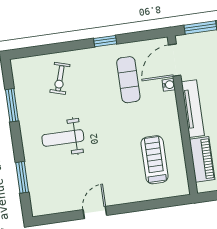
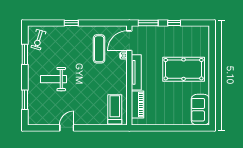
window: (105, 41) -> (71, 23), moved
exercise bike: (60, 78) -> (38, 40), moved
treadmill: (155, 160) -> (115, 109), moved

